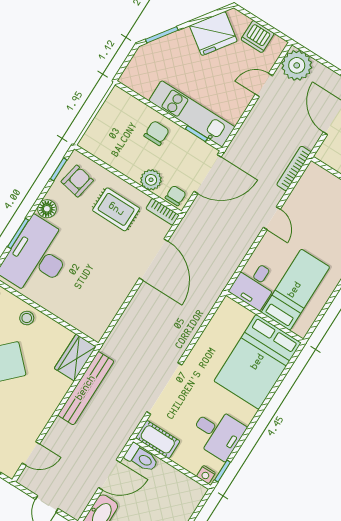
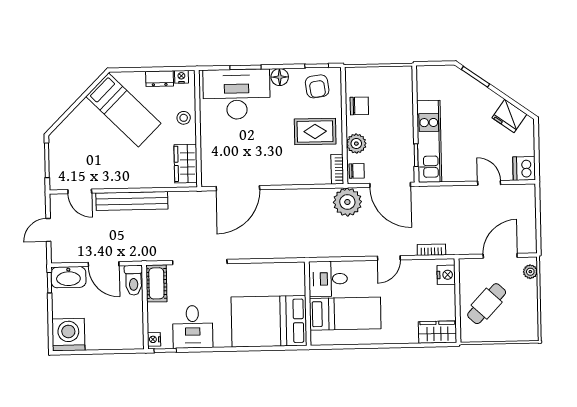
fridge: (213, 33) -> (509, 116), width x0.73, depth x0.75
dishwasher: (258, 37) -> (524, 168), moved
plant: (297, 65) -> (347, 202), moved
chair: (157, 133) -> (359, 106), moved
bookcase: (294, 168) -> (431, 250), width x0.64
nightstand: (320, 177) -> (446, 275), added
armchair: (77, 181) -> (317, 86), turned 71
rug: (116, 209) -> (315, 131), turned 90
door: (154, 260) -> (238, 188), moved
wardrobe: (75, 358) -> (186, 164), moved, turned -90
bench: (86, 388) -> (132, 201), moved

